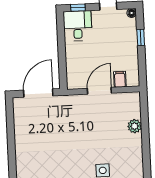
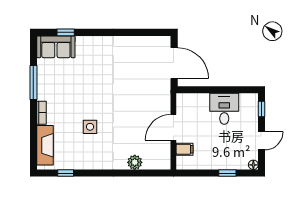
desk: (78, 26) -> (224, 109), moved, turned -90
door: (99, 91) -> (173, 127), swing flipped

